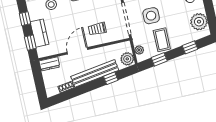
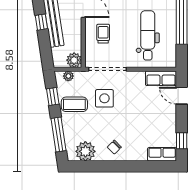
window: (190, 47) -> (58, 135), width x2.17
plant: (127, 59) -> (74, 60), moved
window: (111, 78) -> (41, 22), moved

